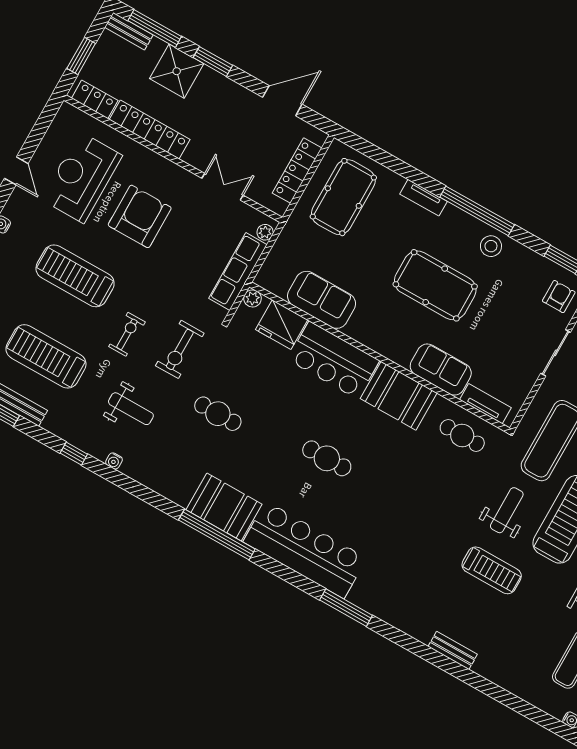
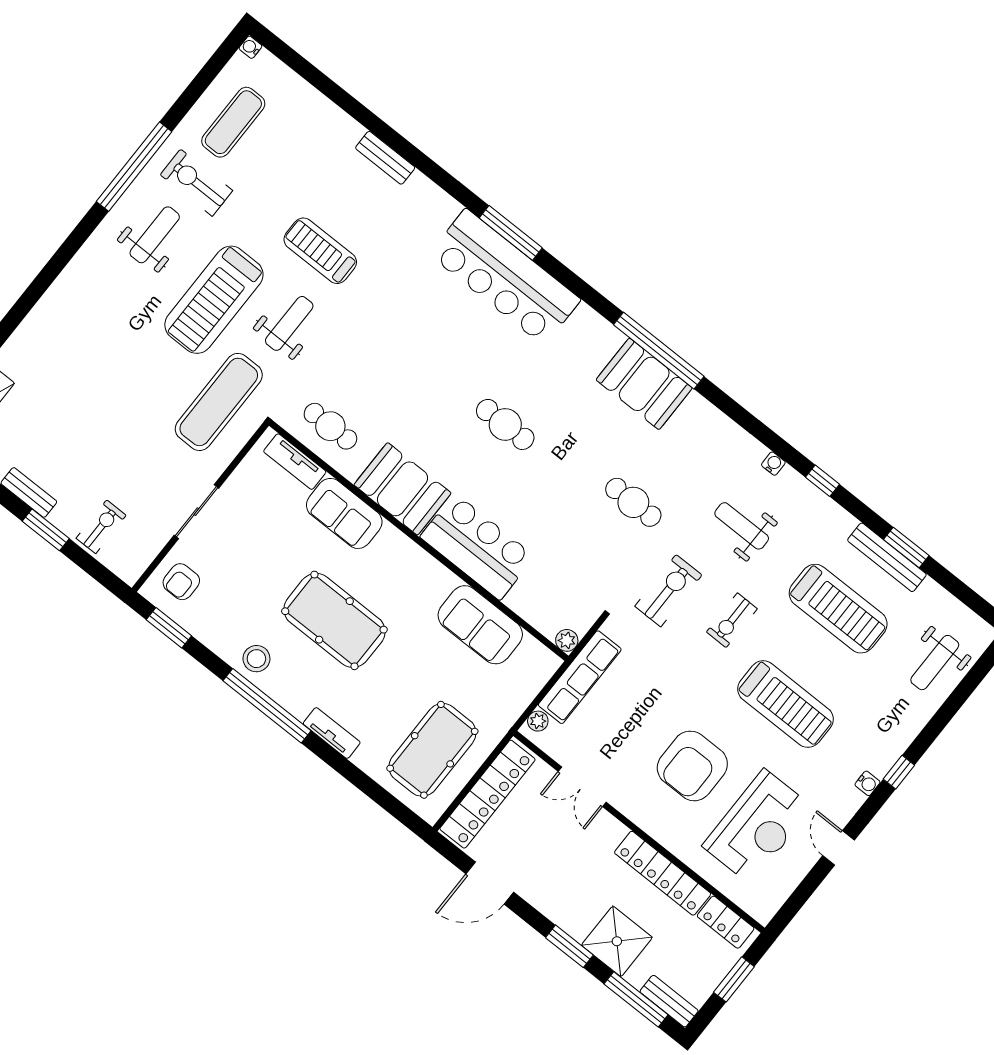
locker: (297, 170) -> (488, 794), width x1.41, depth x1.21
fridge: (282, 325) -> (535, 602), removed
weight bench: (507, 510) -> (289, 323), turned 180
bar counter: (305, 550) -> (505, 277), moved

